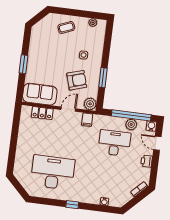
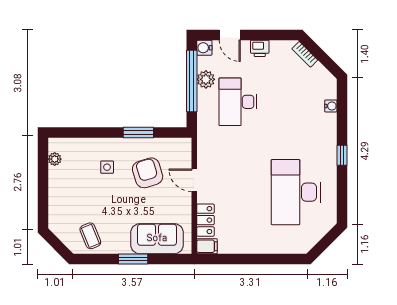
coffee table: (66, 27) -> (90, 236), moved
sofa: (40, 94) -> (157, 239), moved, turned 90
plant: (90, 104) -> (182, 147), removed
filing cabinet: (87, 120) -> (207, 246), moved
door: (157, 143) -> (230, 35), hinge flipped

